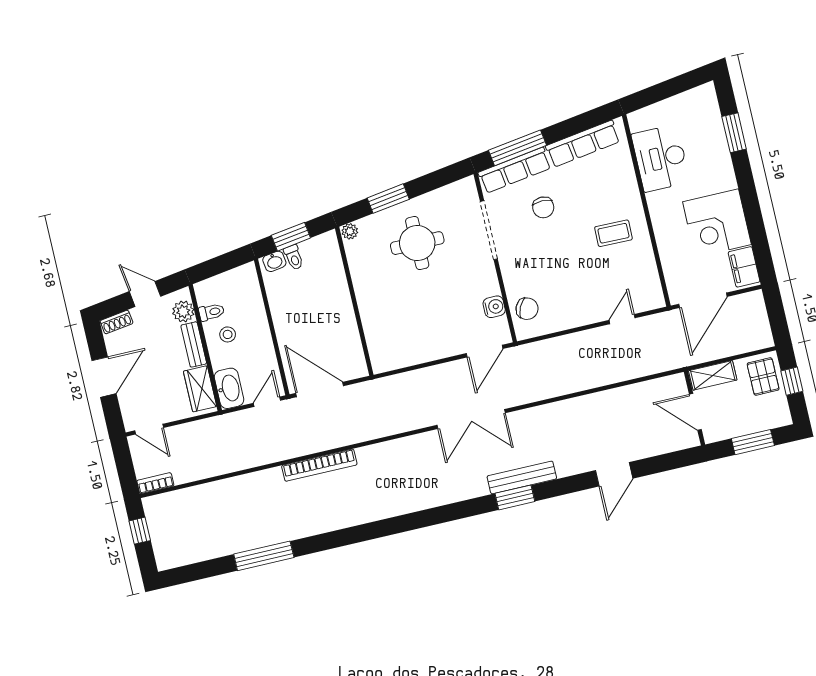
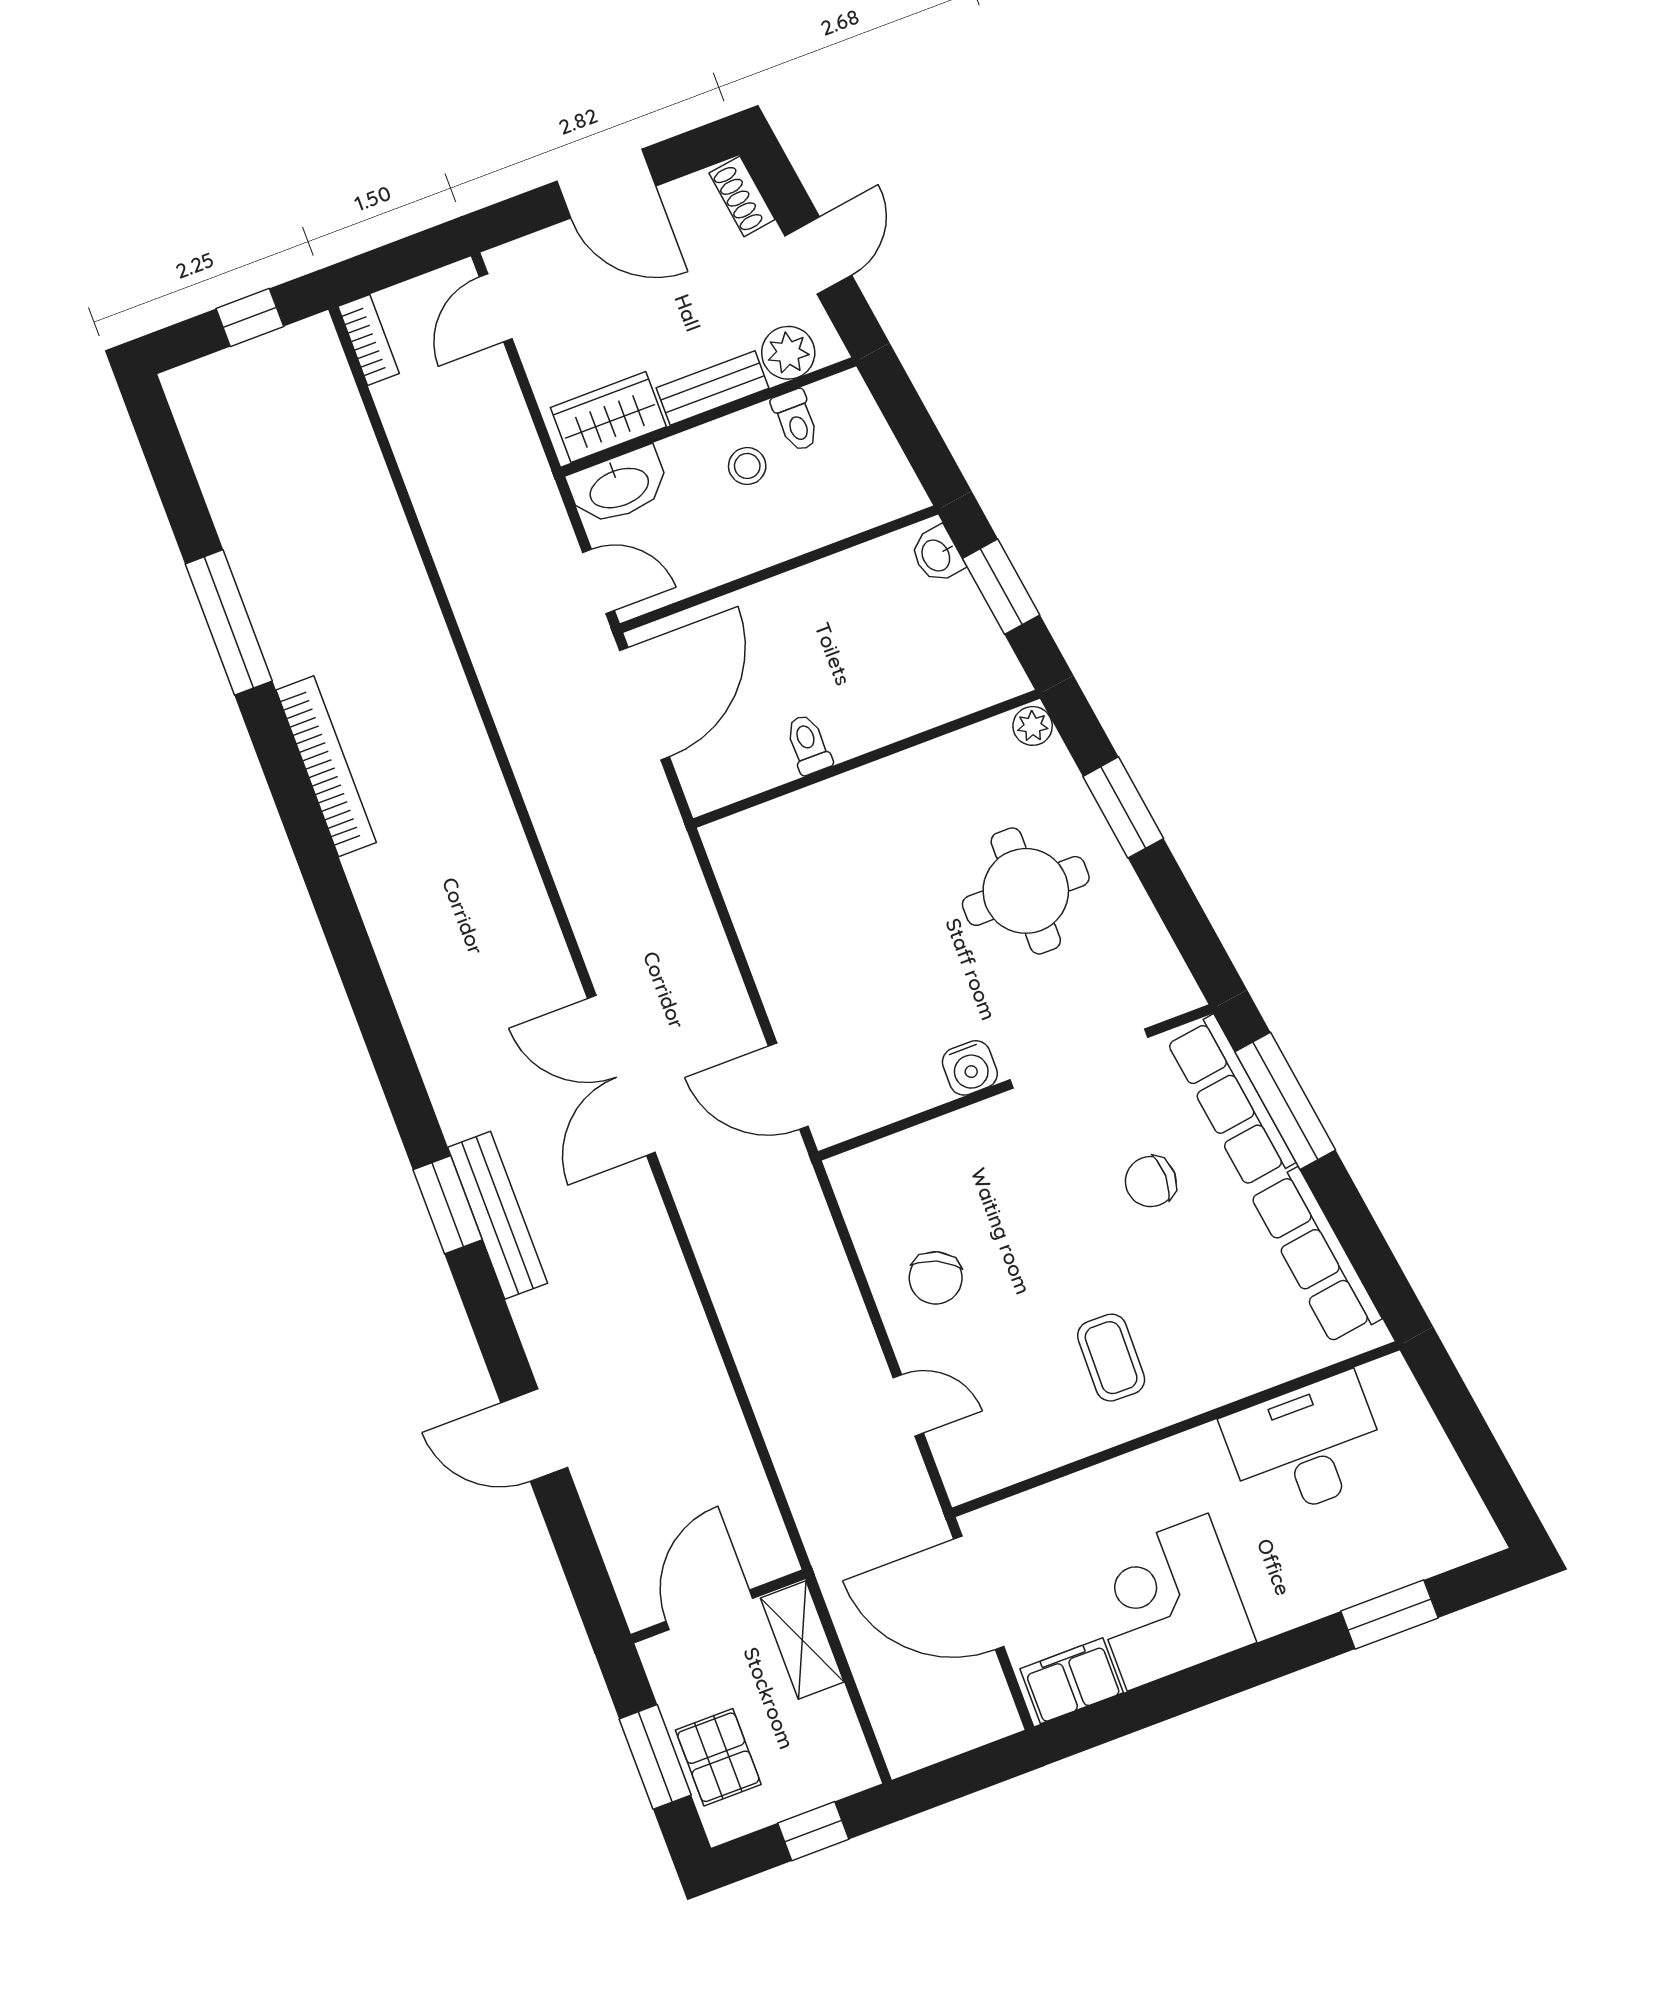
toilet: (294, 257) -> (808, 744), moved, turned 98
water cooler: (494, 307) -> (970, 1068), moved
chair: (527, 309) -> (936, 1278), moved
pallet: (763, 376) -> (718, 1757), moved, turned 90
bookcase: (319, 465) -> (326, 766), moved, turned 180

